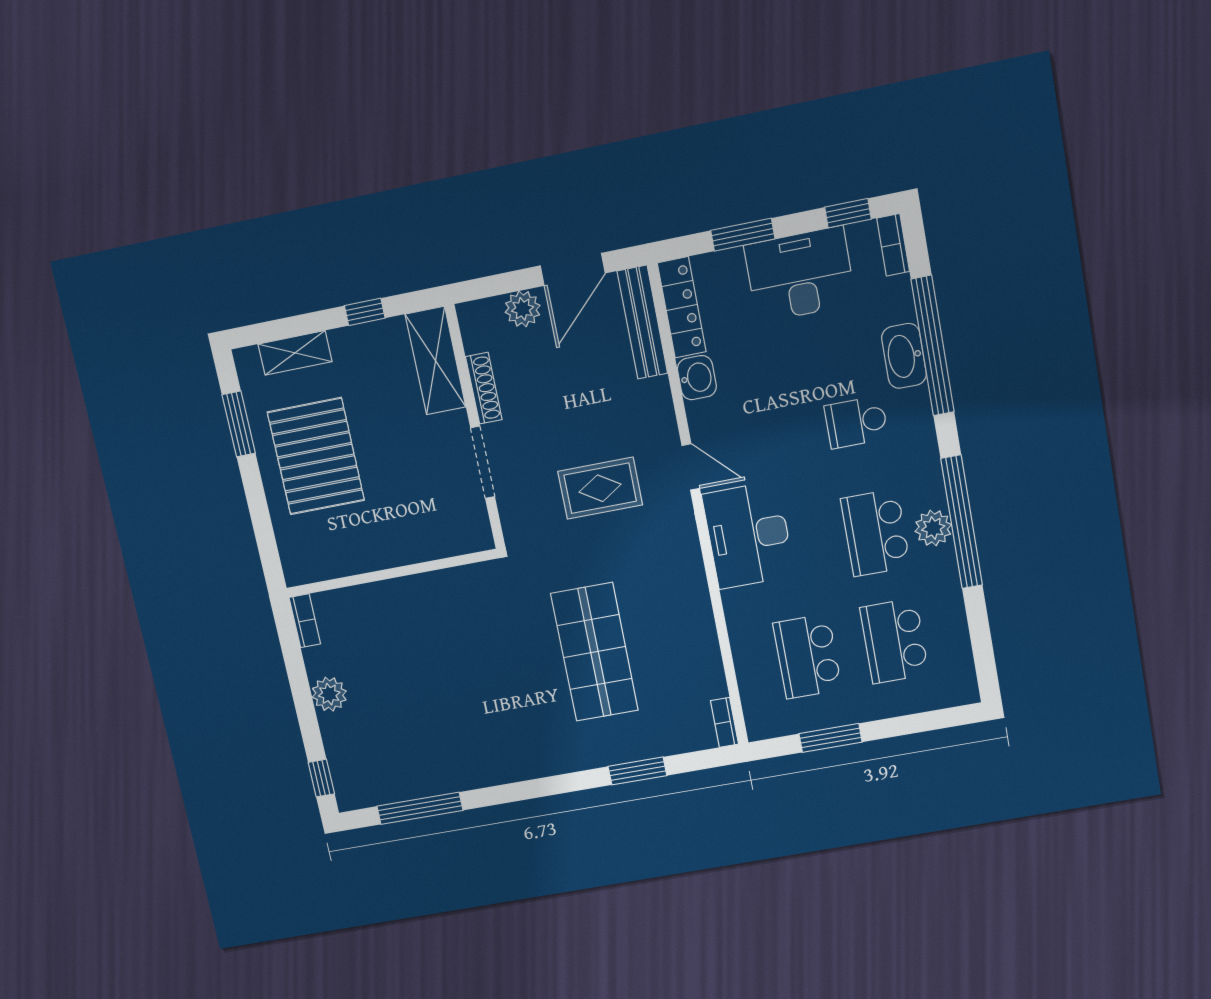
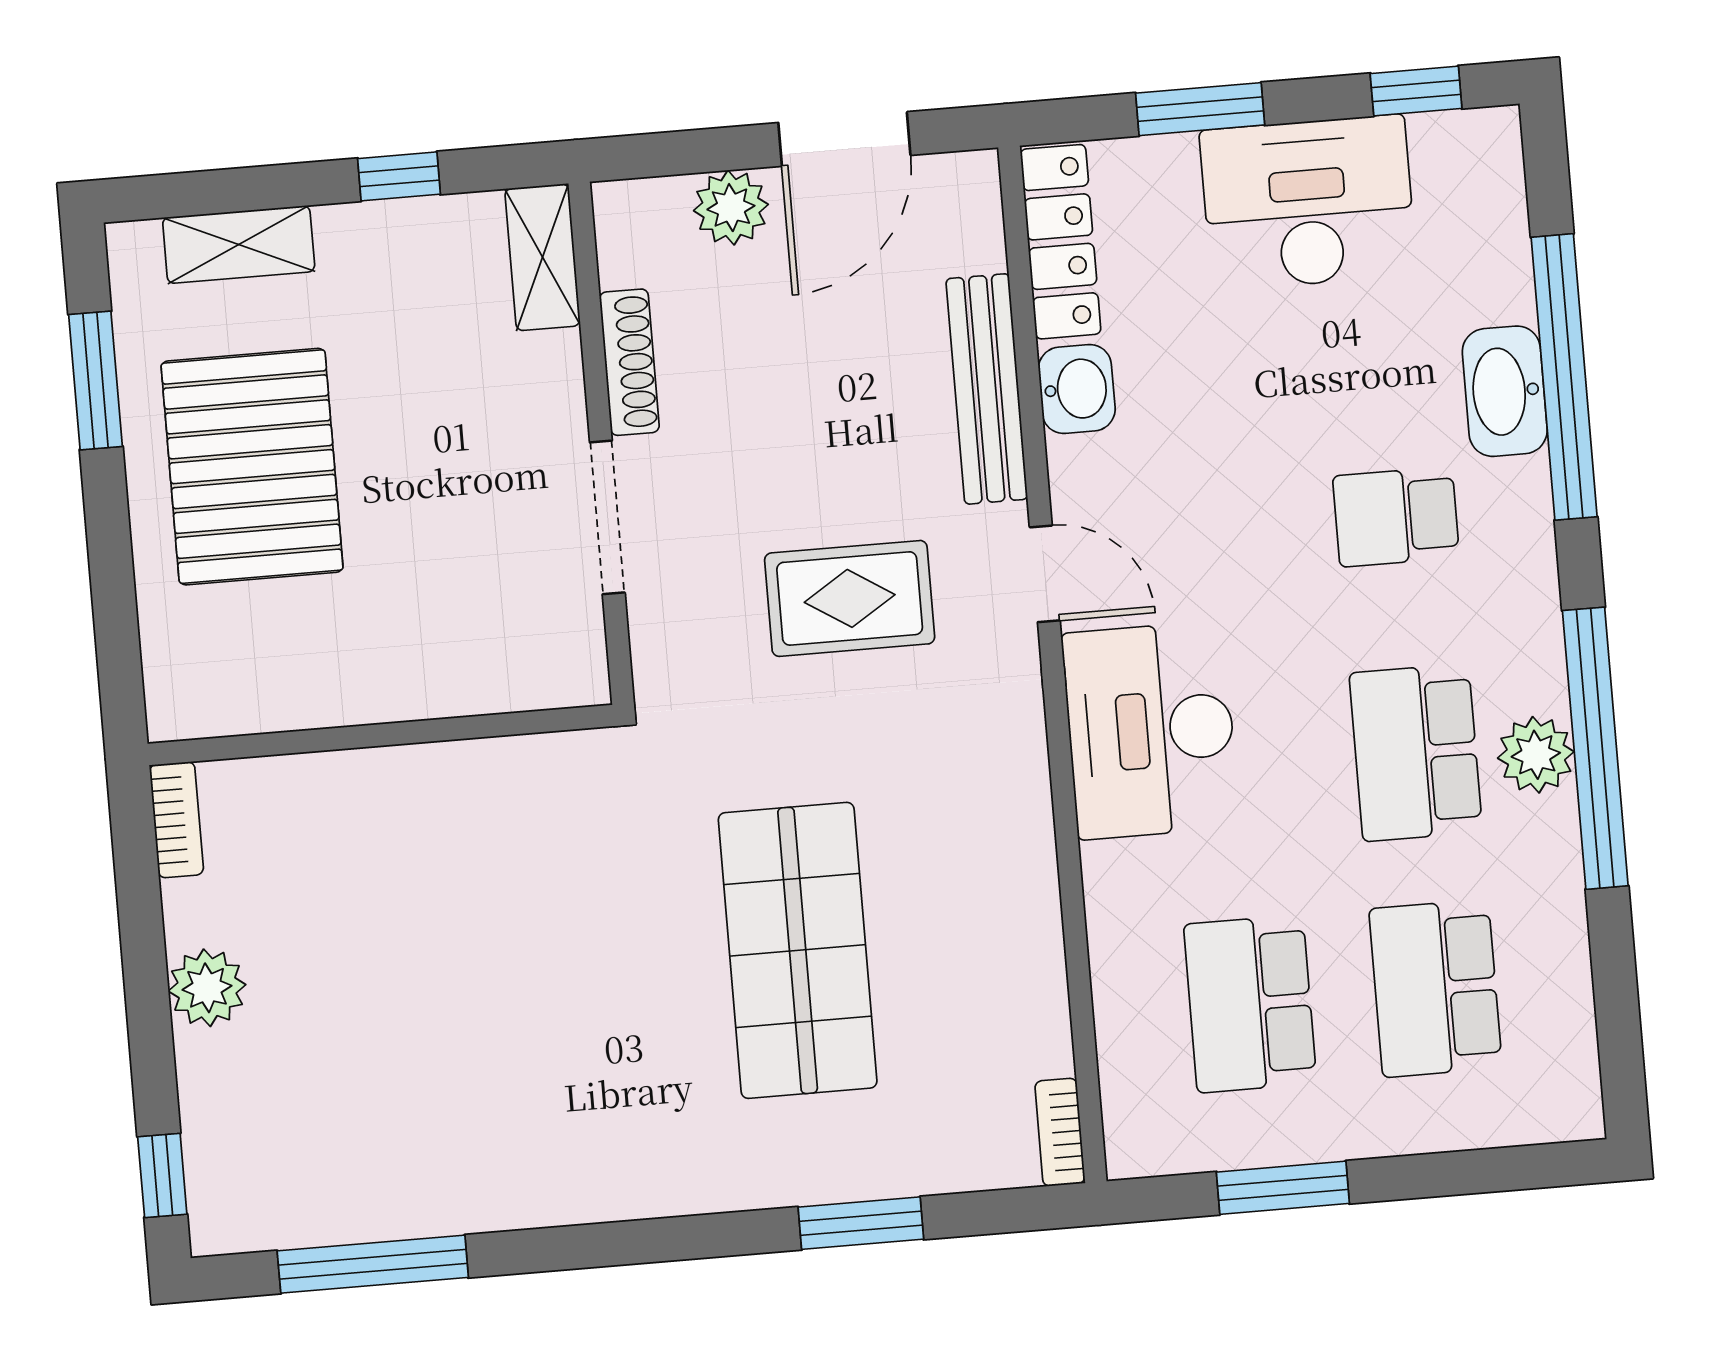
bookcase: (893, 245) -> (1501, 165), removed
bench: (642, 322) -> (987, 389), moved
shelving: (436, 361) -> (543, 257), width x0.67, depth x0.75

